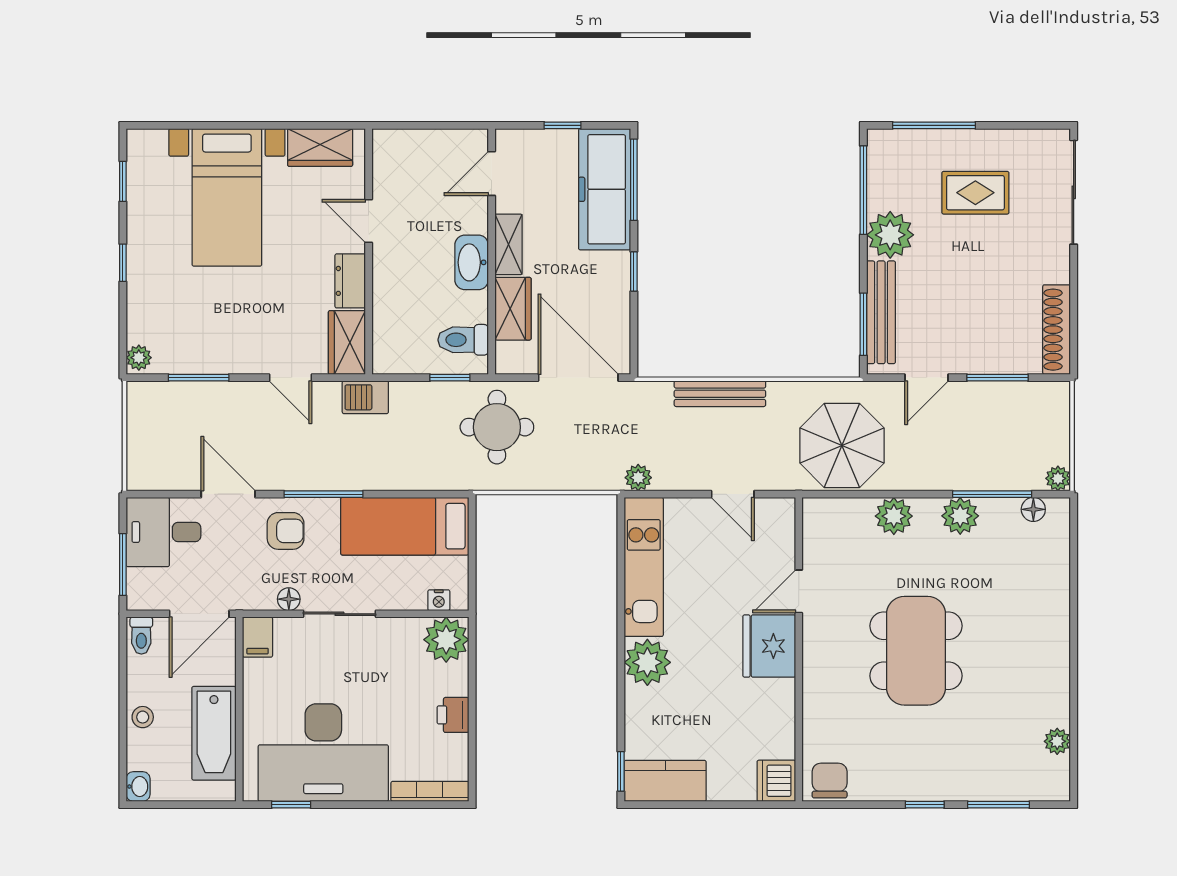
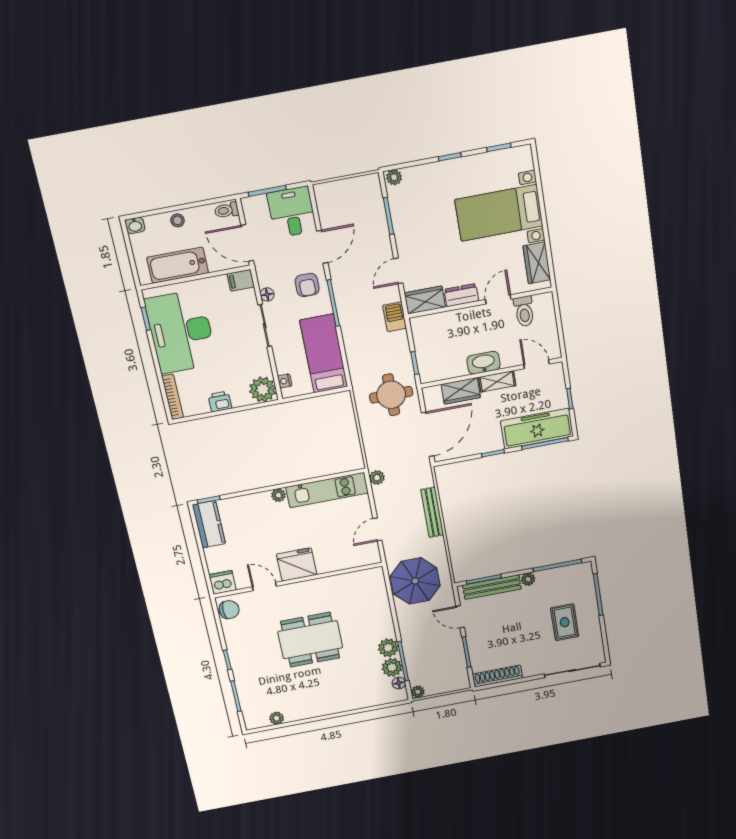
plant: (890, 235) -> (528, 579), width x0.53, depth x0.53
toilet: (463, 340) -> (524, 311), moved, turned 180
plant: (894, 516) -> (392, 667), moved
door: (799, 591) -> (264, 586), moved
plant: (647, 662) -> (278, 495), width x0.53, depth x0.53

